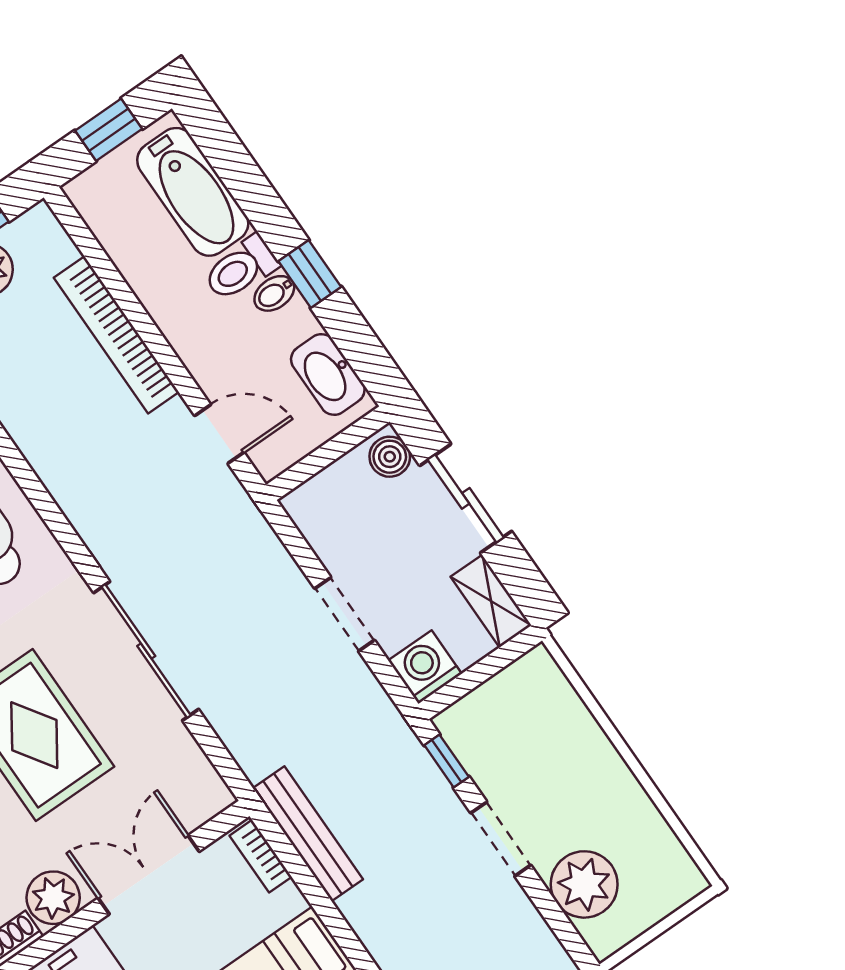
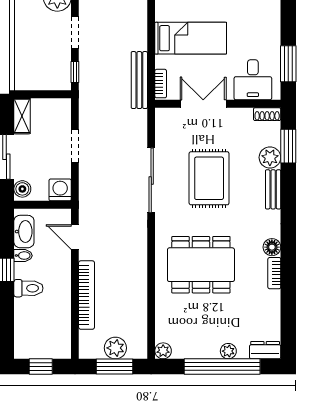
bathtub: (193, 192) -> (27, 326), removed
bidet: (274, 293) -> (23, 256), moved
washing machine: (425, 667) -> (60, 190), moved, turned 180
double door: (149, 875) -> (203, 104), swing flipped
plant: (53, 898) -> (241, 119), removed

